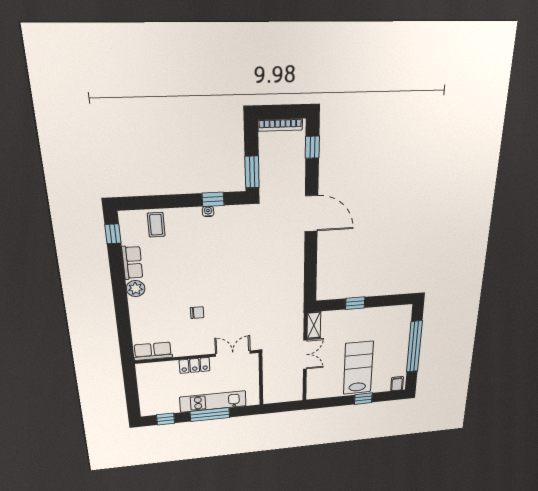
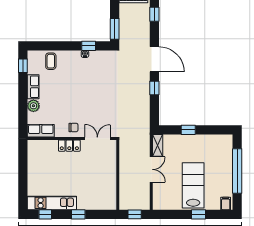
window: (311, 253) -> (154, 88), added
row of seats: (153, 351) -> (41, 131), moved
double door: (233, 354) -> (97, 139), moved
wall: (198, 357) -> (72, 139), moved
locker: (195, 365) -> (69, 146), moved
kitchen unit: (213, 402) -> (52, 203), moved
window: (283, 407) -> (135, 214), added
window: (210, 414) -> (78, 214), width x0.46

